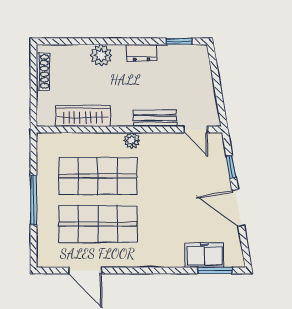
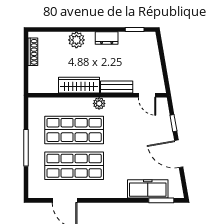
wardrobe: (83, 116) -> (79, 85), moved
freezer: (204, 255) -> (148, 189), width x1.40

